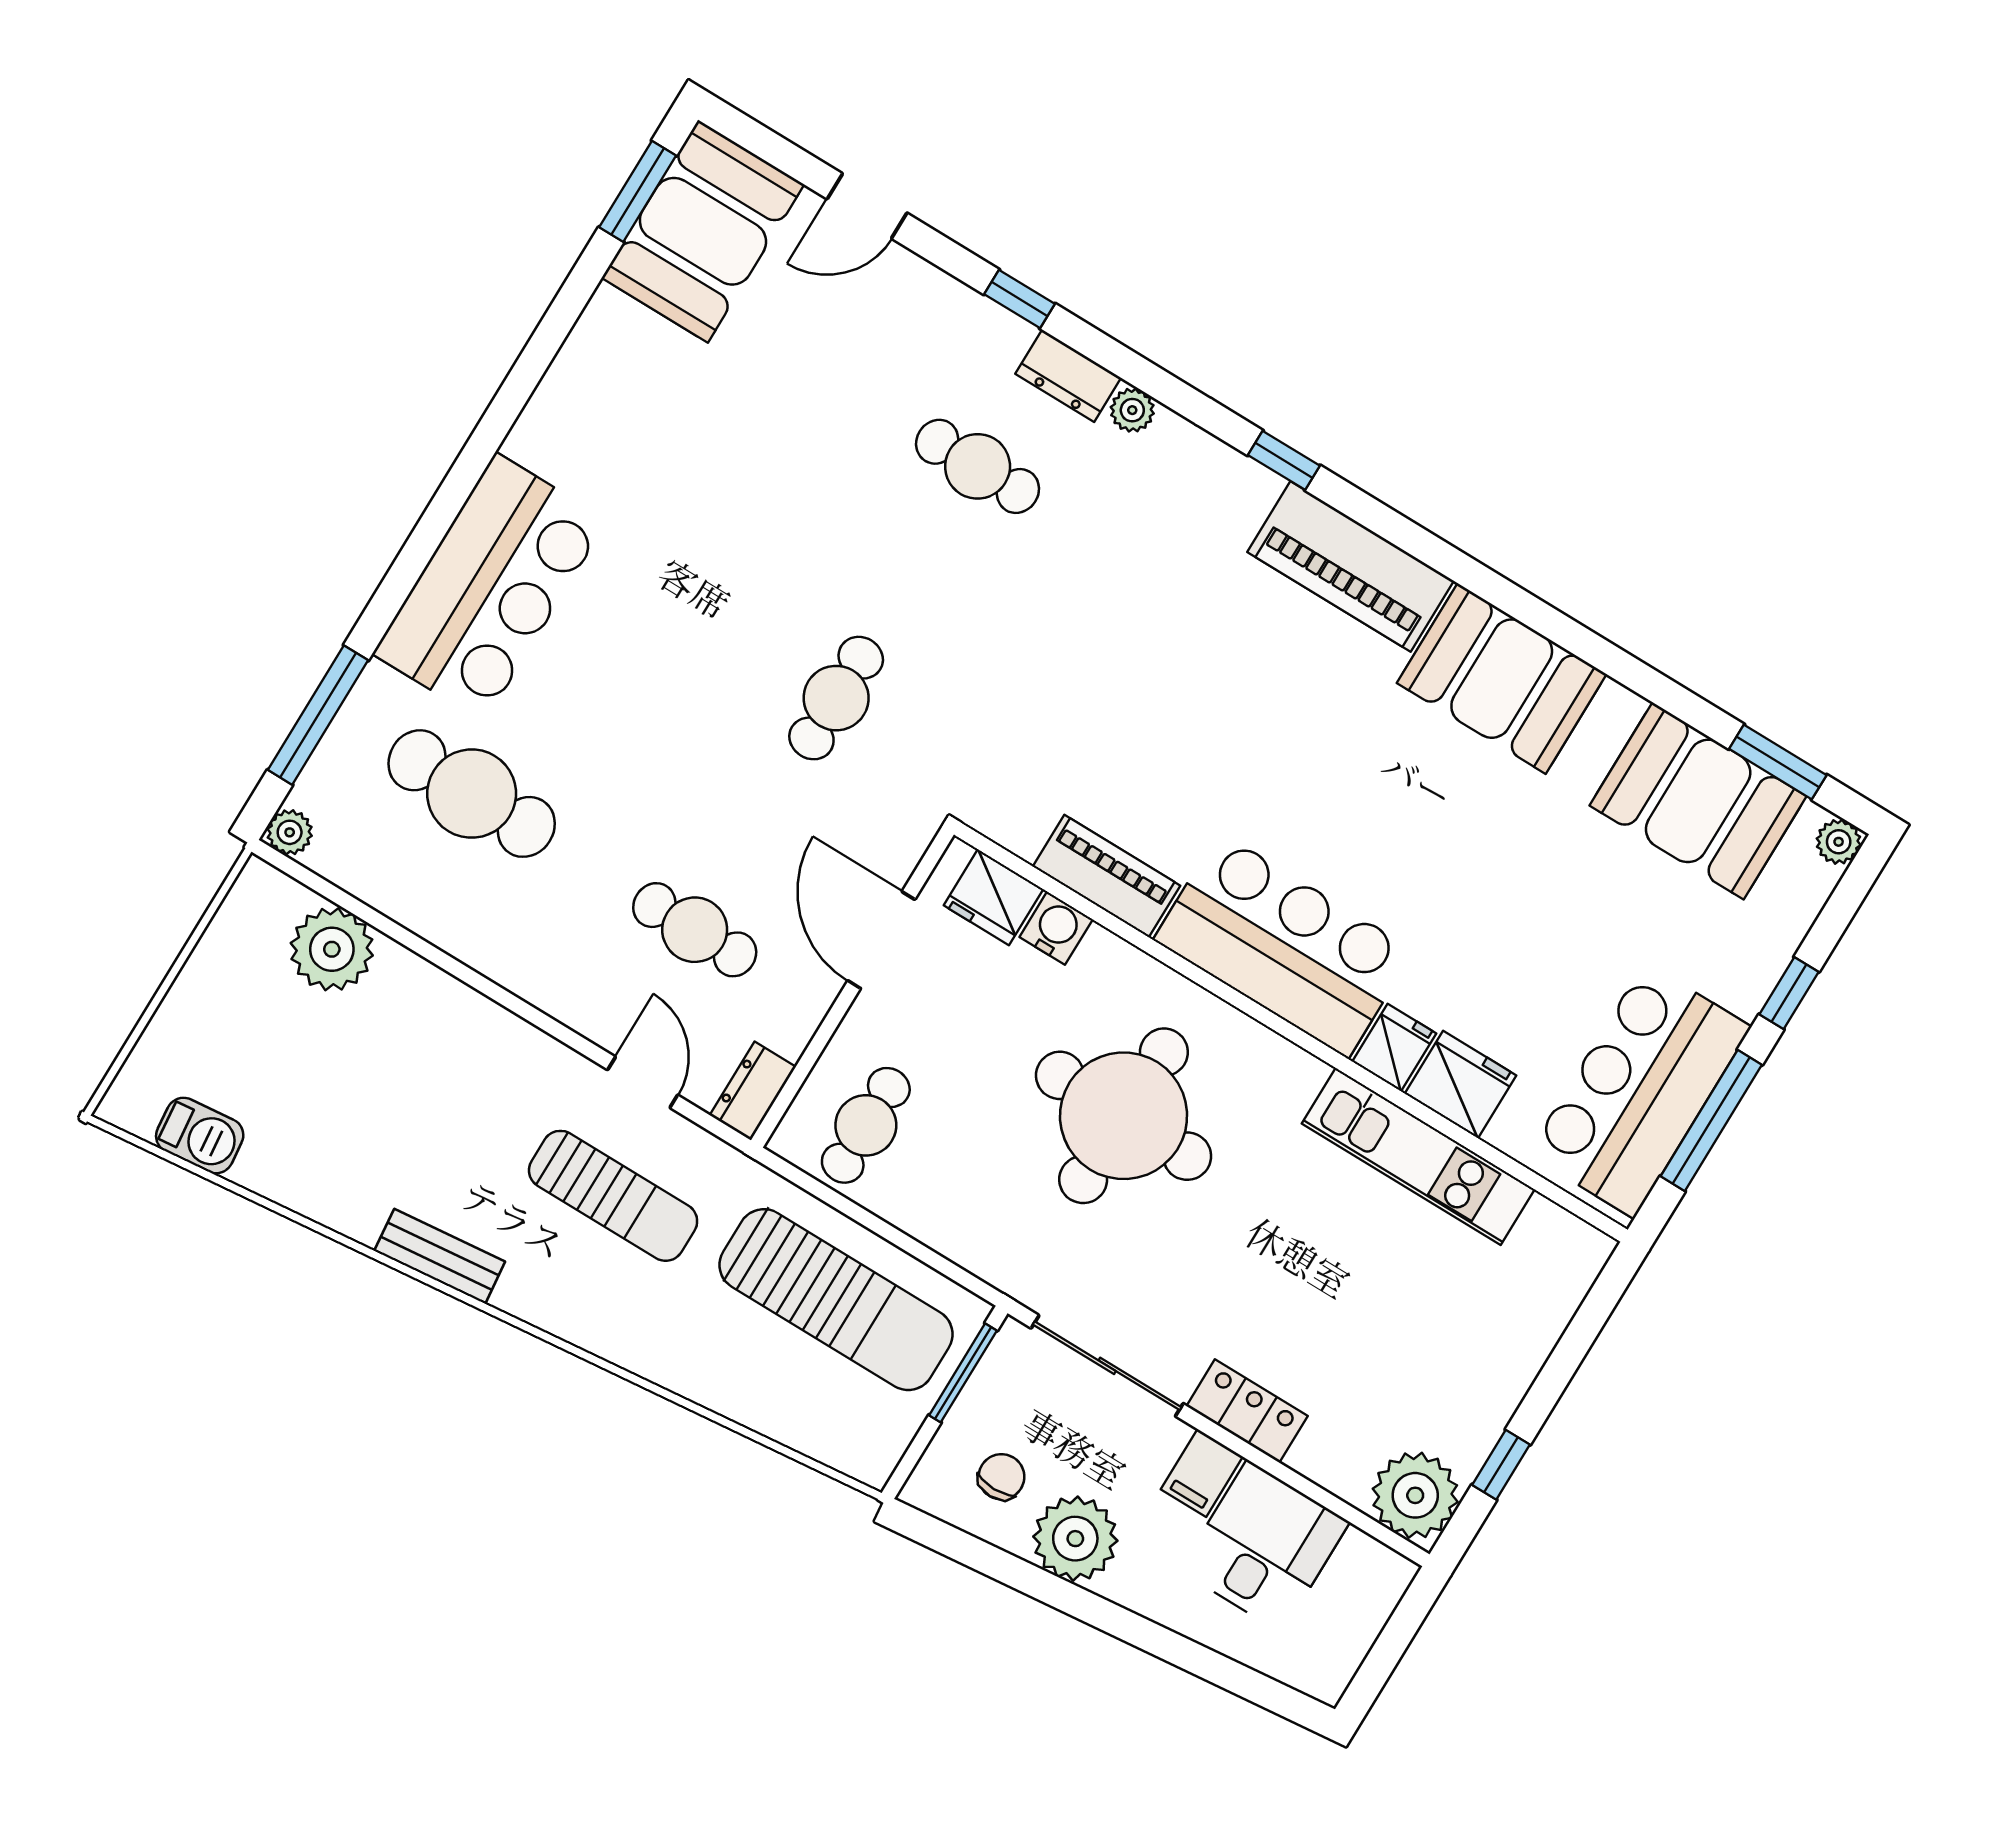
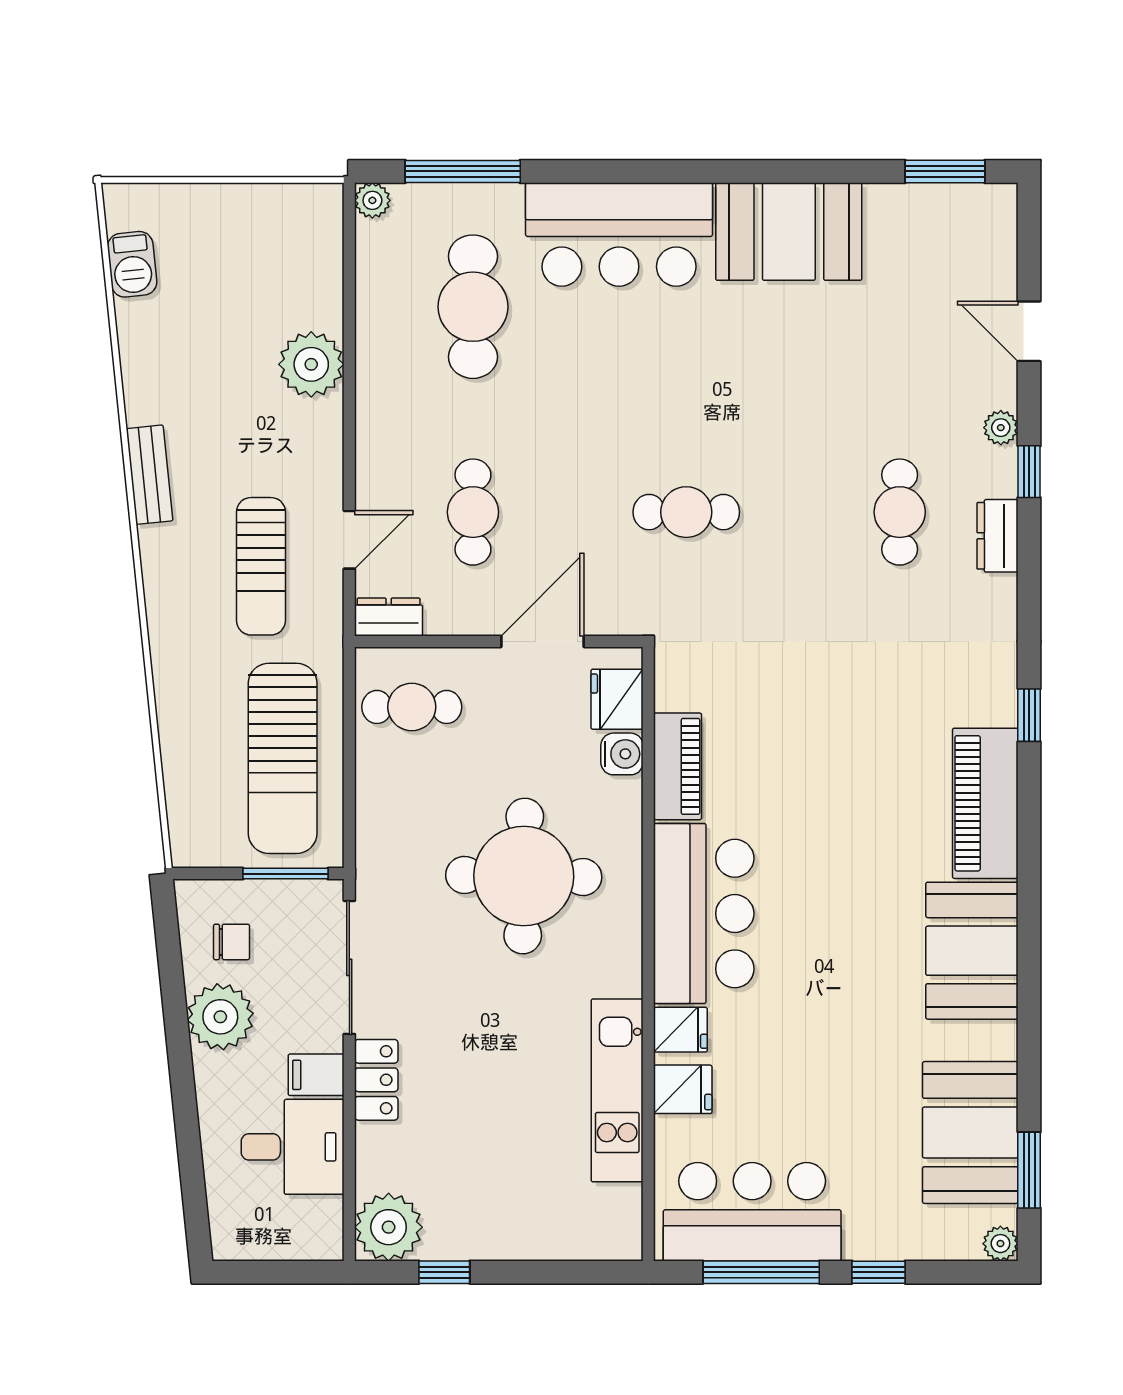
booth: (703, 231) -> (789, 232), moved
plant: (1132, 410) -> (1001, 428), moved
plant: (332, 949) -> (311, 364), moved
fridge: (1461, 1085) -> (683, 1089), width x0.72

